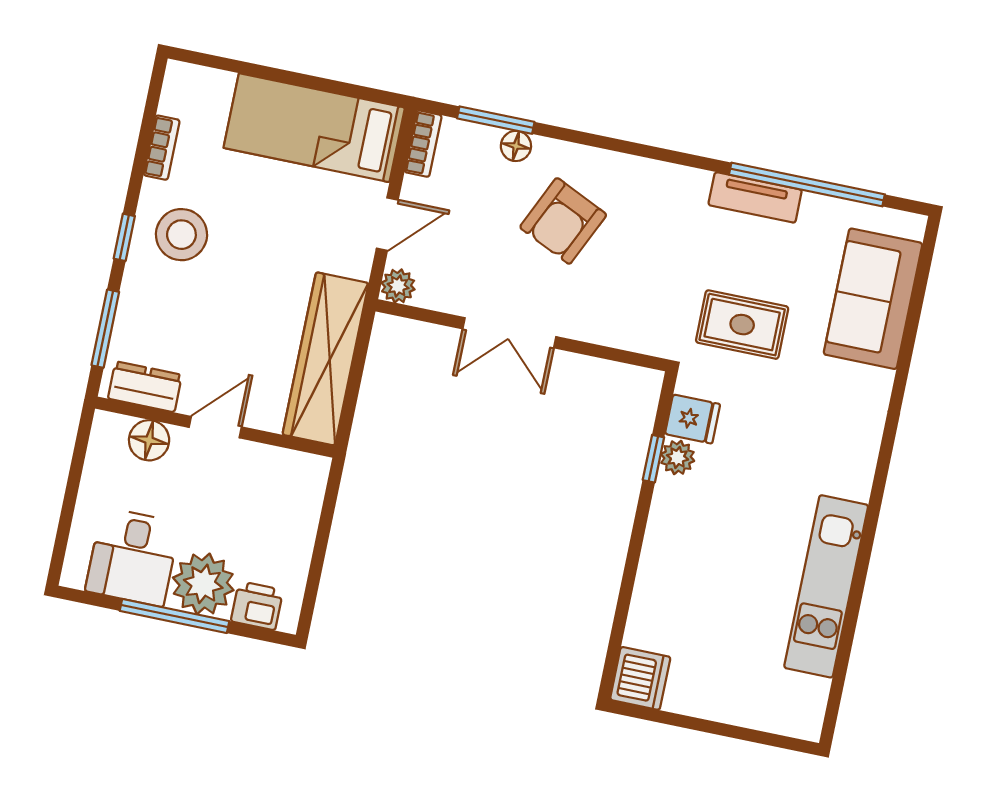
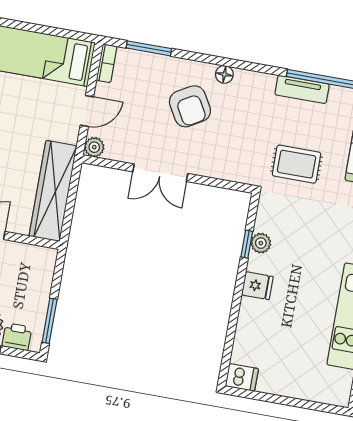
floor lamp: (516, 146) -> (224, 74), moved
armchair: (563, 221) -> (190, 106), turned -55
fridge: (693, 419) -> (257, 286), moved
window: (314, 580) -> (50, 321), added
dishwasher: (640, 678) -> (242, 377), width x0.73

